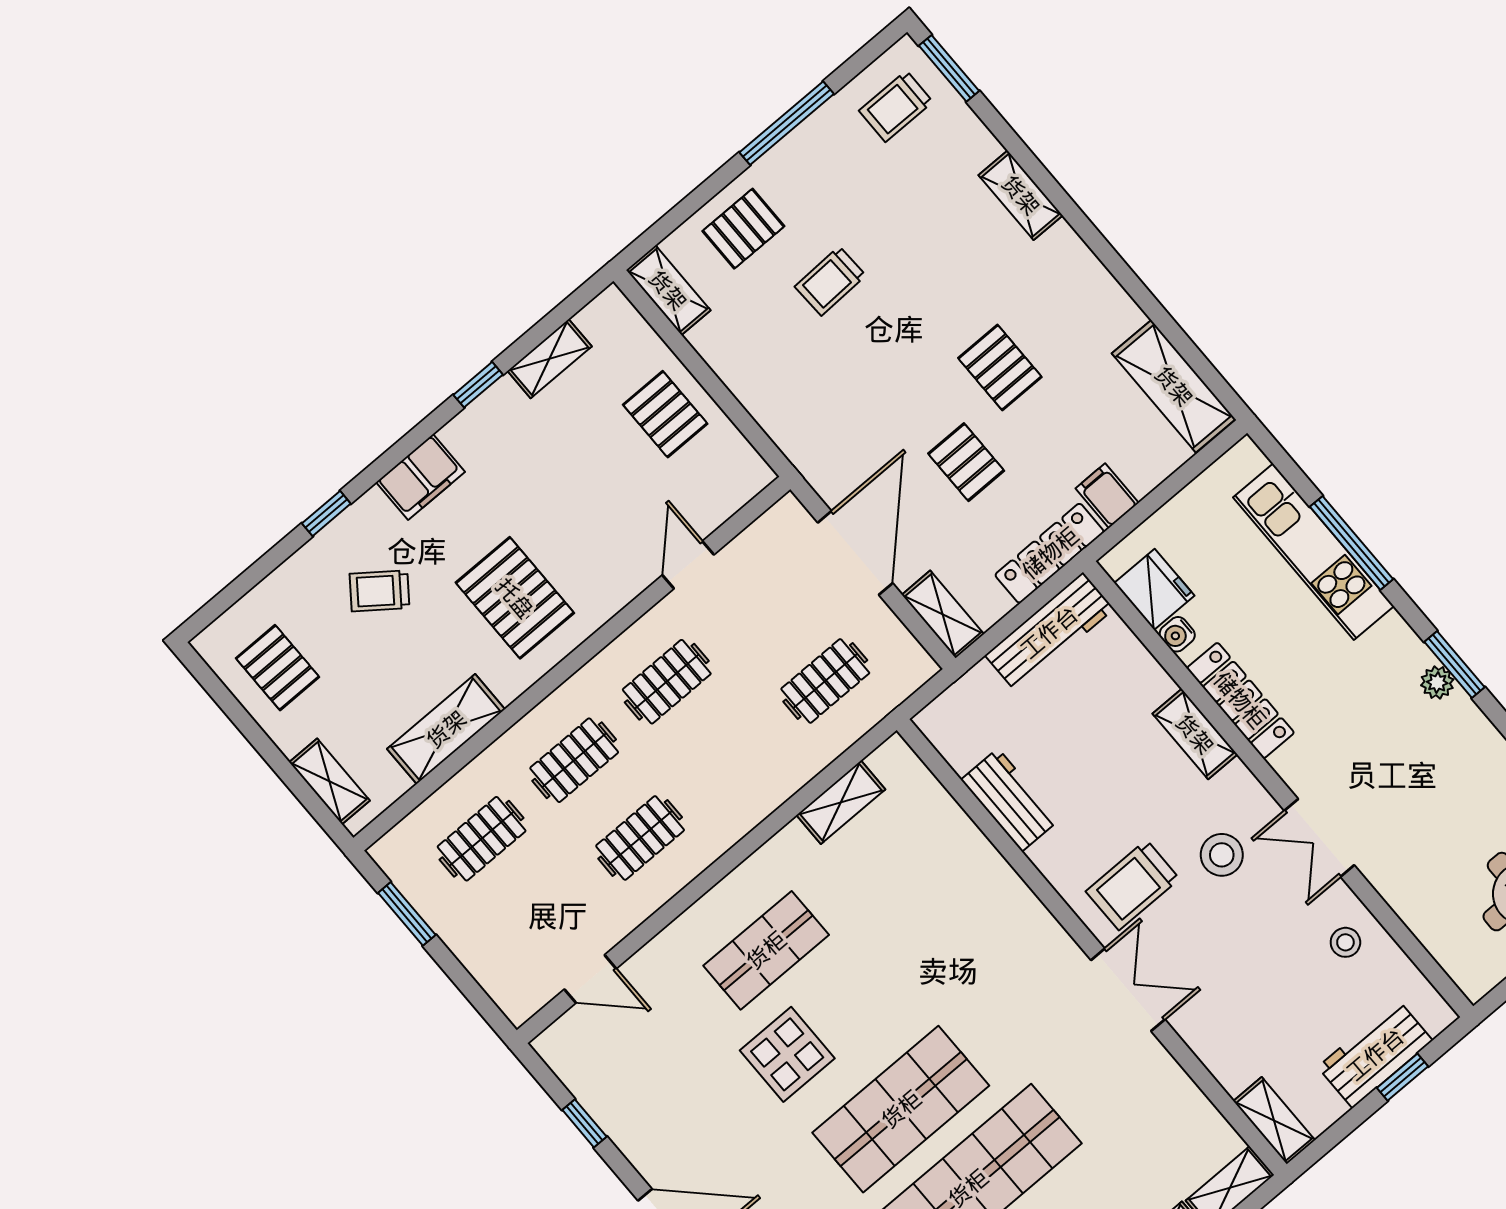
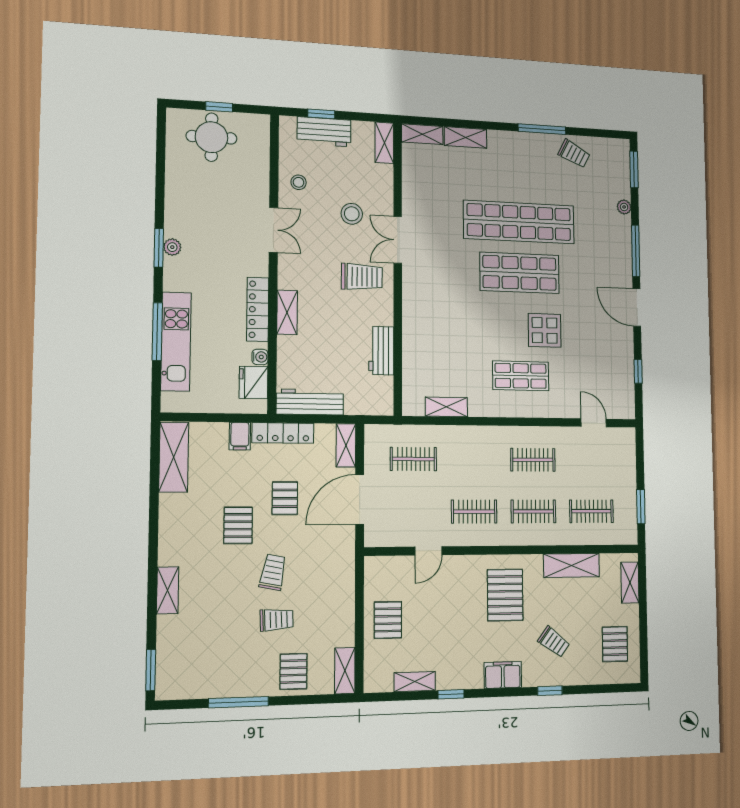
trolley: (896, 106) -> (273, 572), moved, turned -79
pallet: (743, 229) -> (293, 671), turned 90
stool: (1222, 855) -> (352, 214), moved

